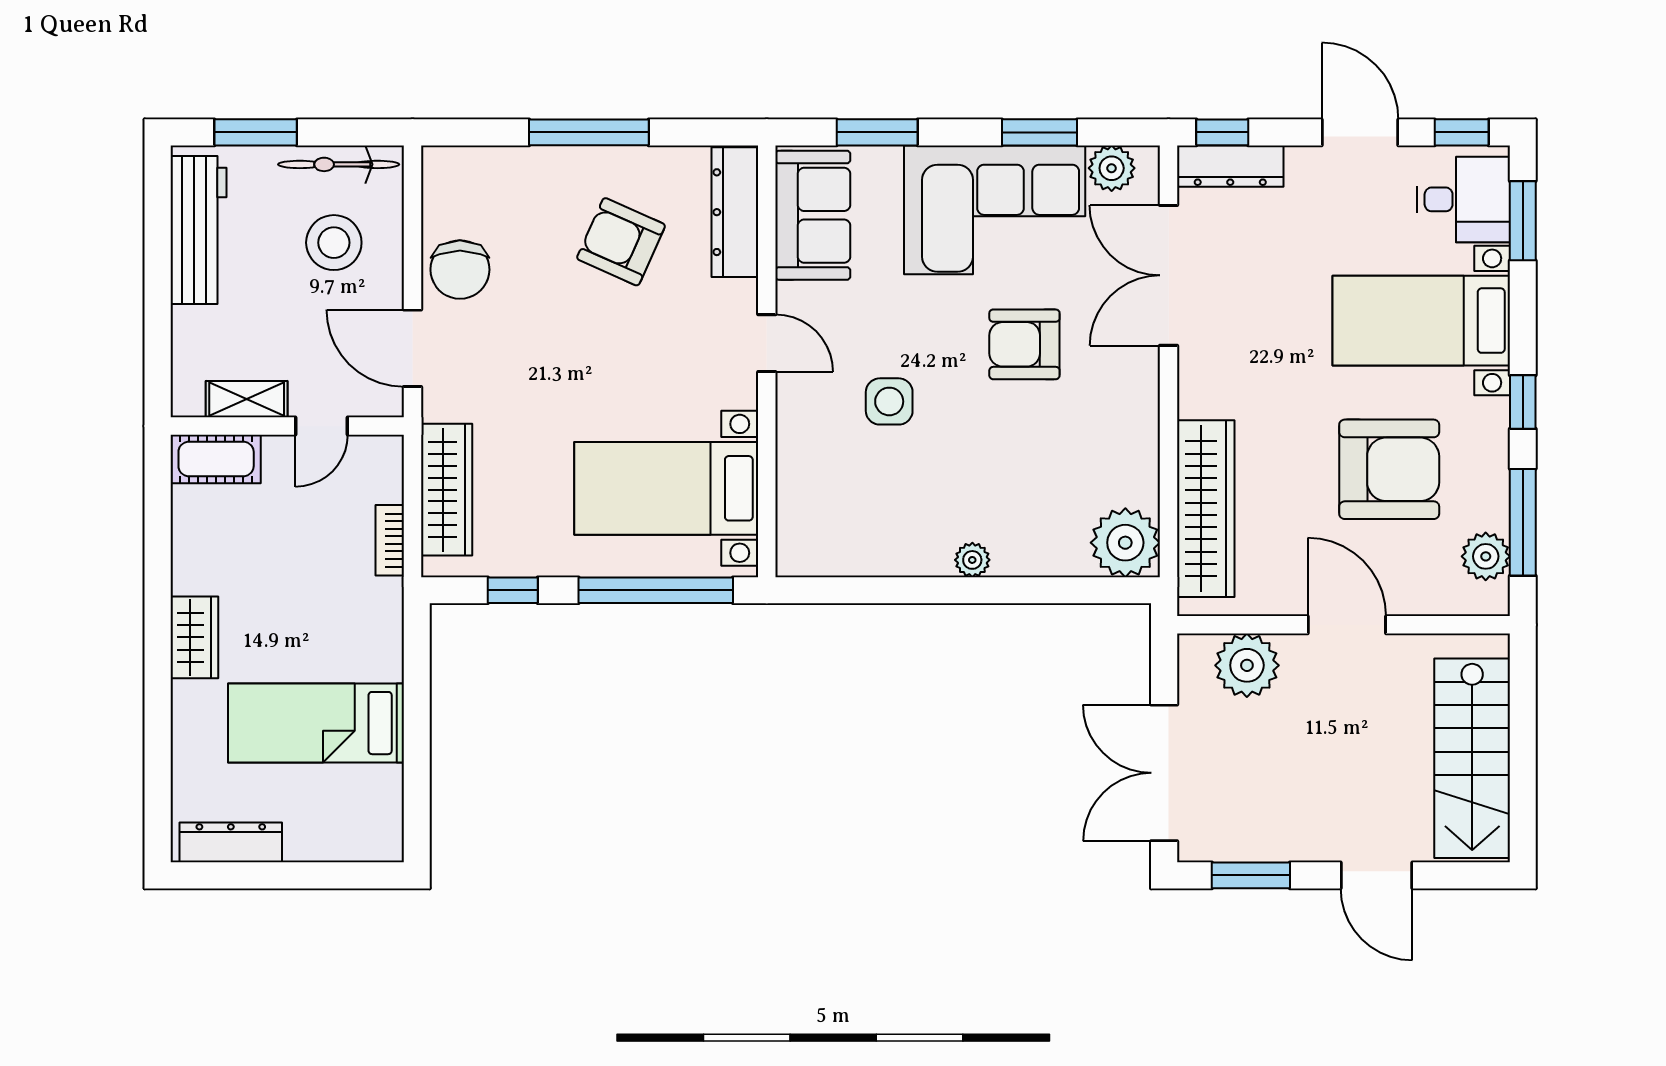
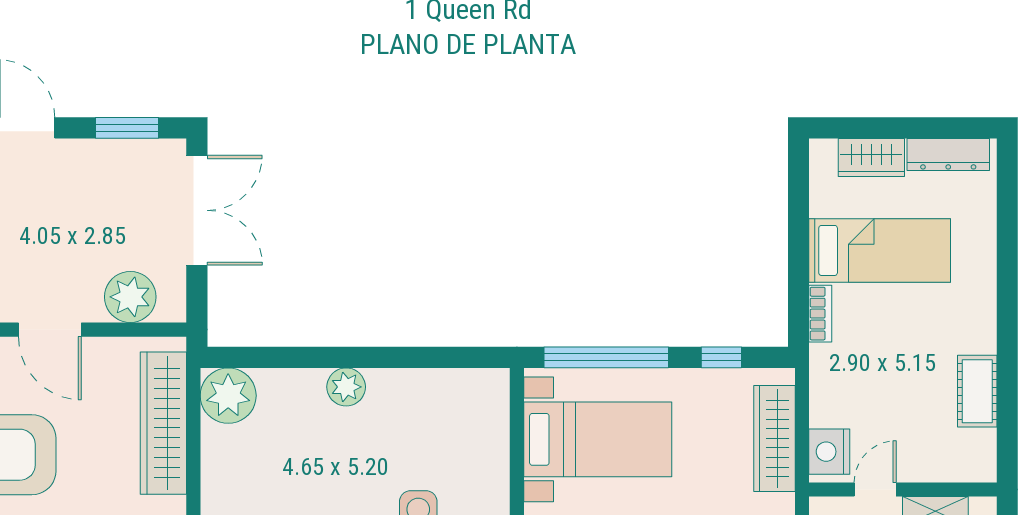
cot: (216, 459) -> (977, 391), moved, turned 90
nightstand: (379, 473) -> (829, 452), added
bookcase: (390, 540) -> (820, 314), moved
plant: (972, 560) -> (346, 387), width x1.38, depth x1.38
wardrobe: (194, 637) -> (871, 157), moved, turned -90

